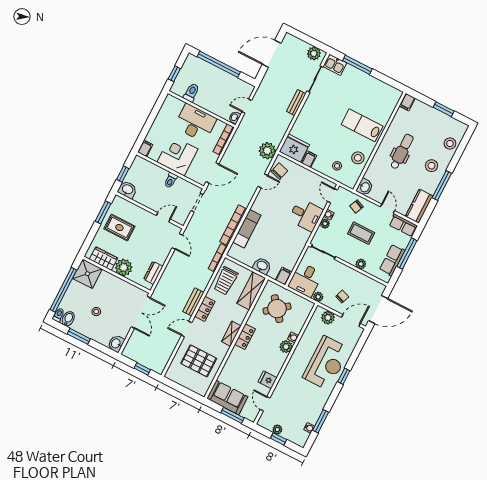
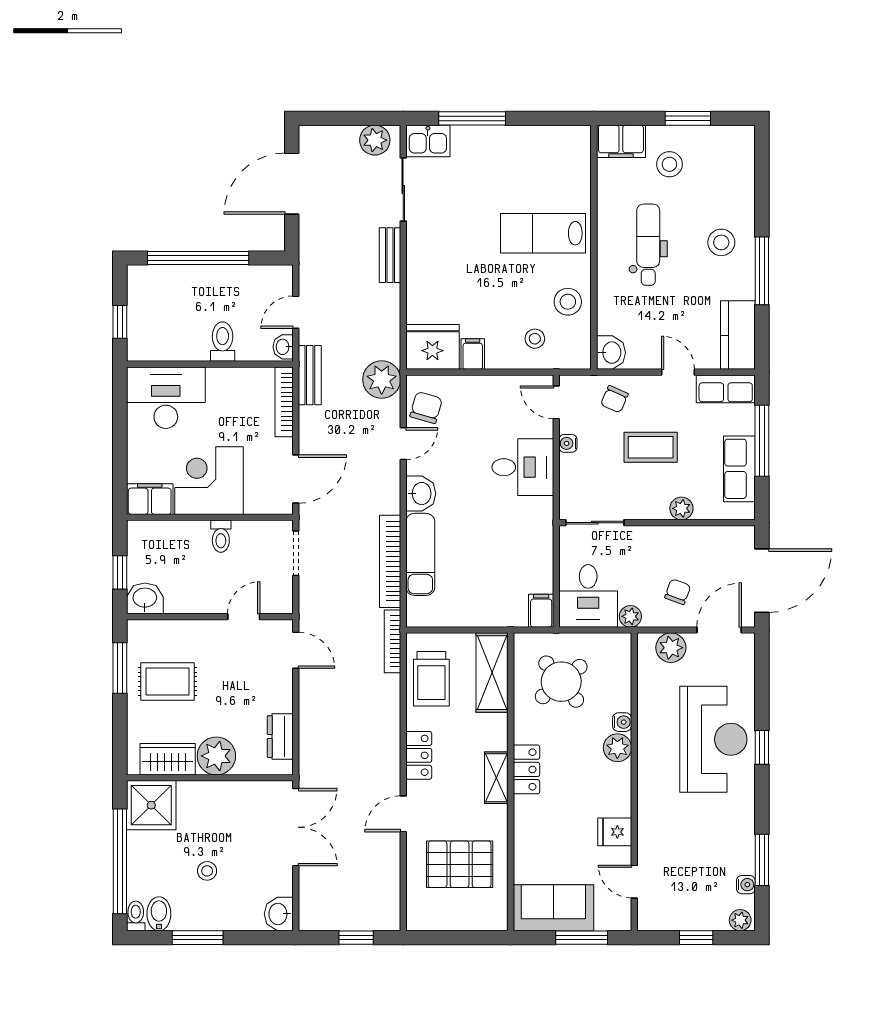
toilet: (191, 92) -> (223, 342), moved
filing cabinet: (407, 102) -> (621, 141), width x2.00
desk: (195, 123) -> (166, 398), moved
stool: (450, 144) -> (669, 164), moved
filing cabinet: (145, 148) -> (150, 499), width x2.00
plant: (325, 224) -> (570, 465), removed
washbasin: (262, 266) -> (421, 494), moved, turned 90
bench: (193, 302) -> (310, 375), moved
plant: (277, 430) -> (740, 920), moved

